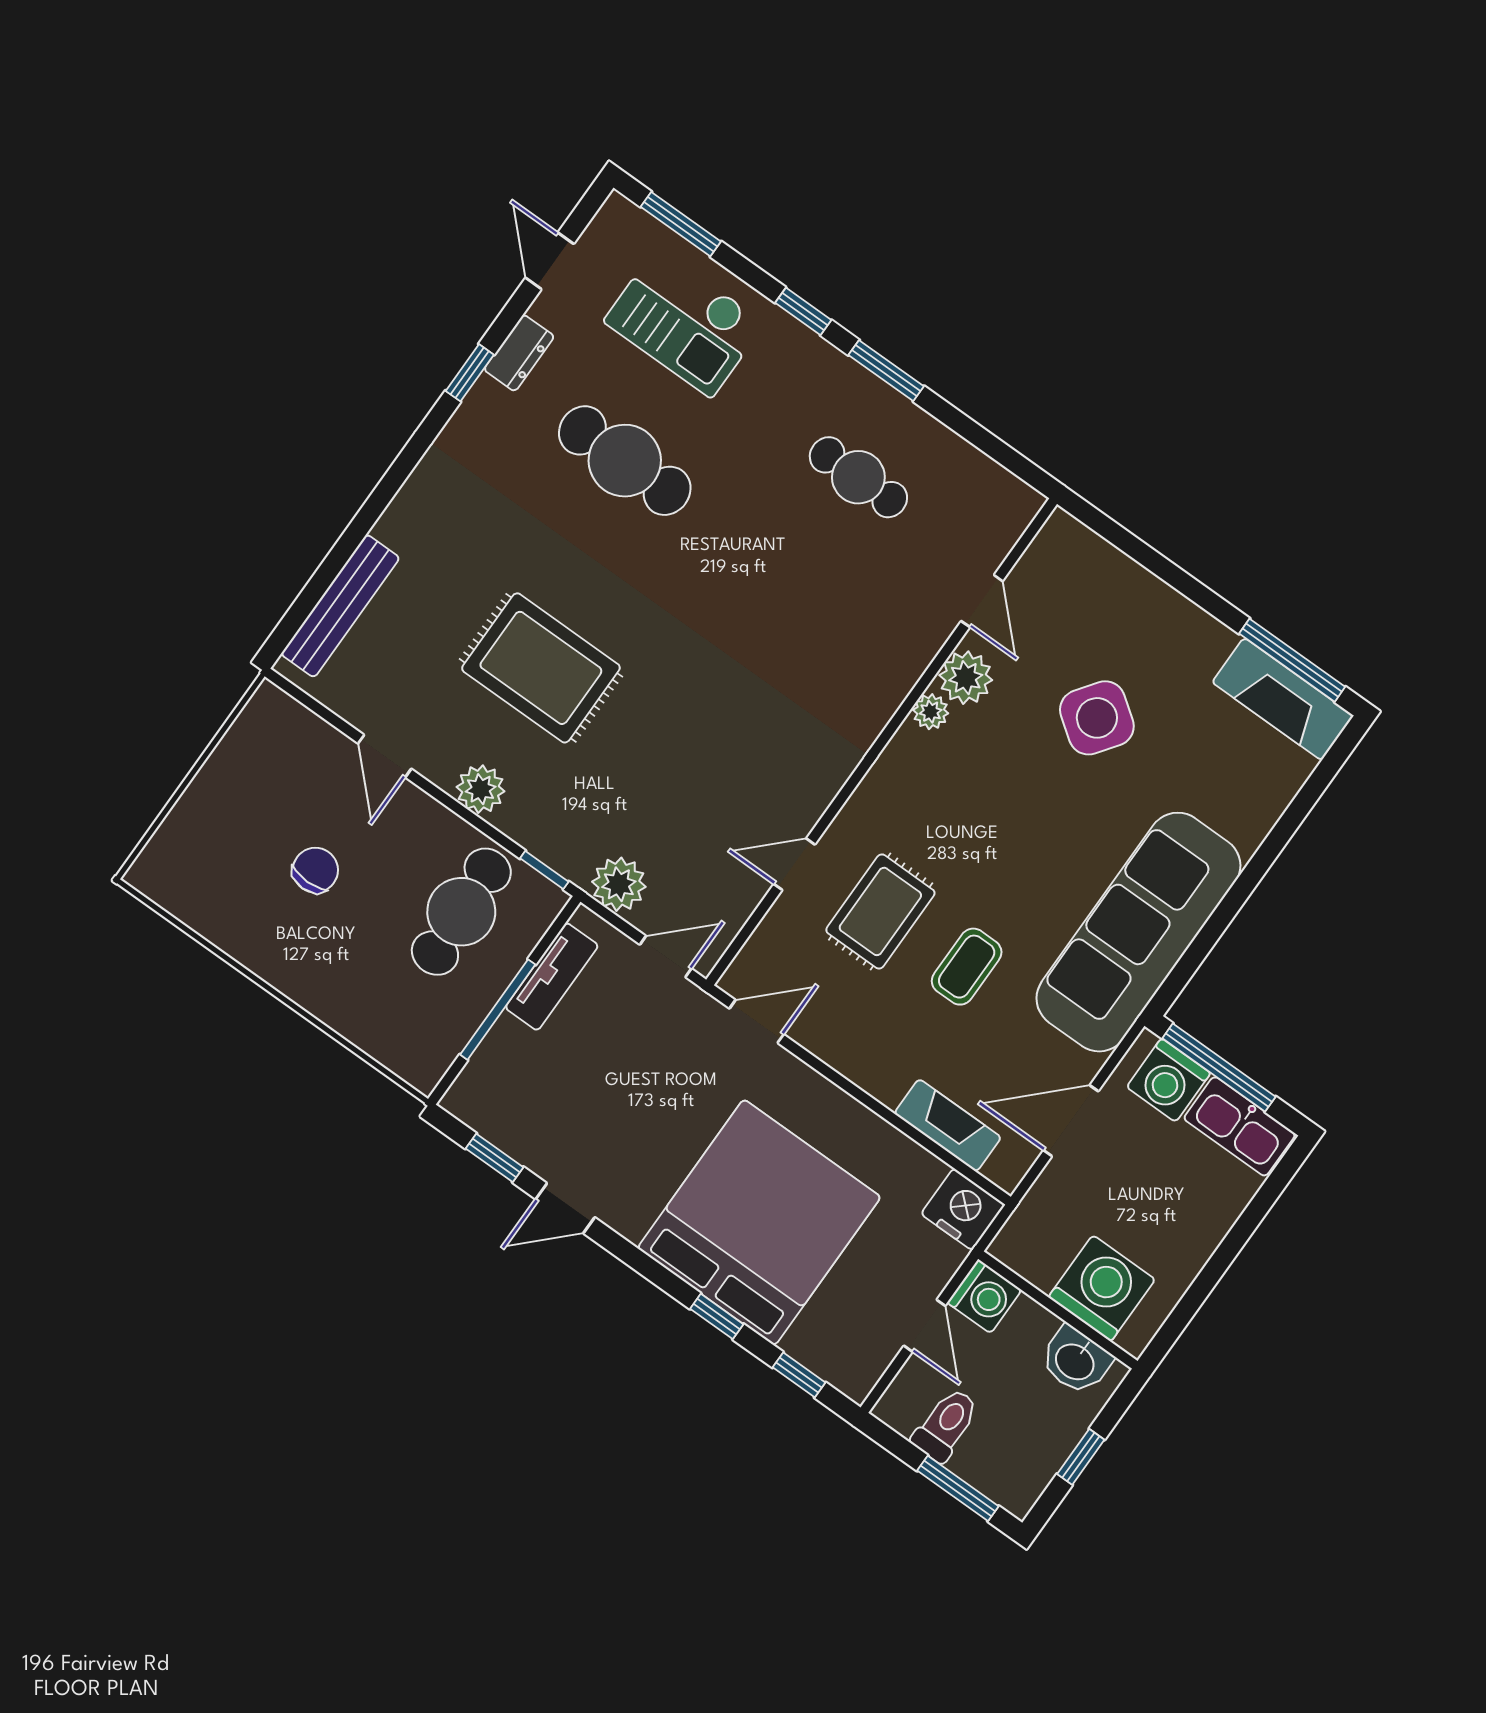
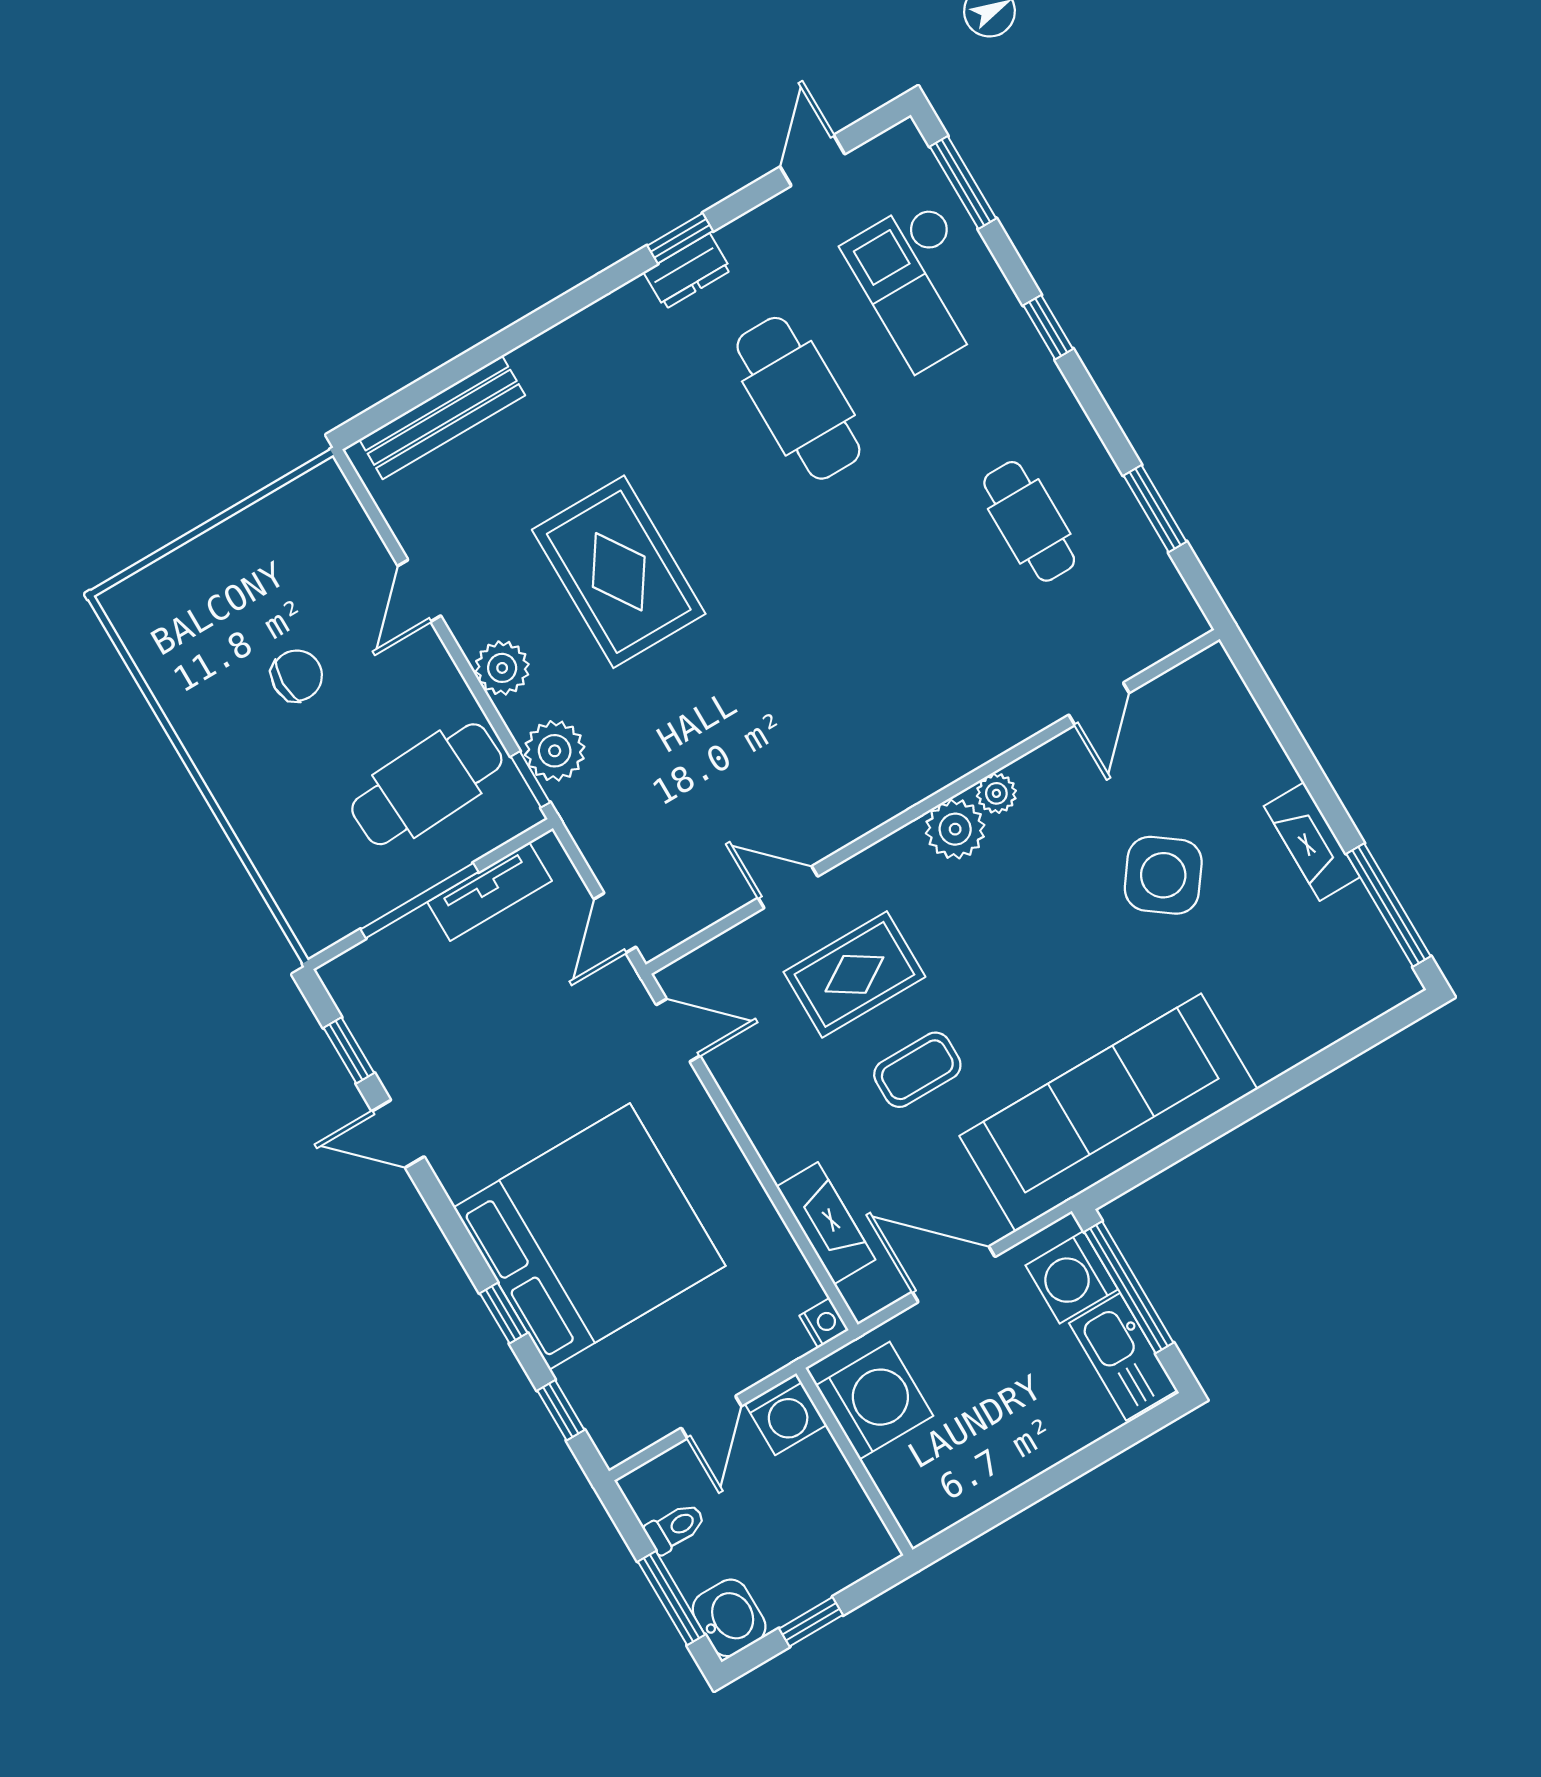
dresser: (519, 353) -> (687, 271), moved
window: (886, 371) -> (1155, 509), moved
plant: (966, 678) -> (955, 829), moved
fireplace: (1283, 699) -> (1312, 842), moved, width x0.73, depth x0.76
plant: (619, 884) -> (555, 751), moved
door: (666, 957) -> (615, 923), swing flipped
nightstand: (963, 1209) -> (824, 1323), width x0.53, depth x0.56
washing machine: (1102, 1288) -> (874, 1401), moved
washbasin: (1076, 1361) -> (729, 1618), moved, turned 180
toilet: (946, 1425) -> (675, 1528), width x0.73, depth x0.72

